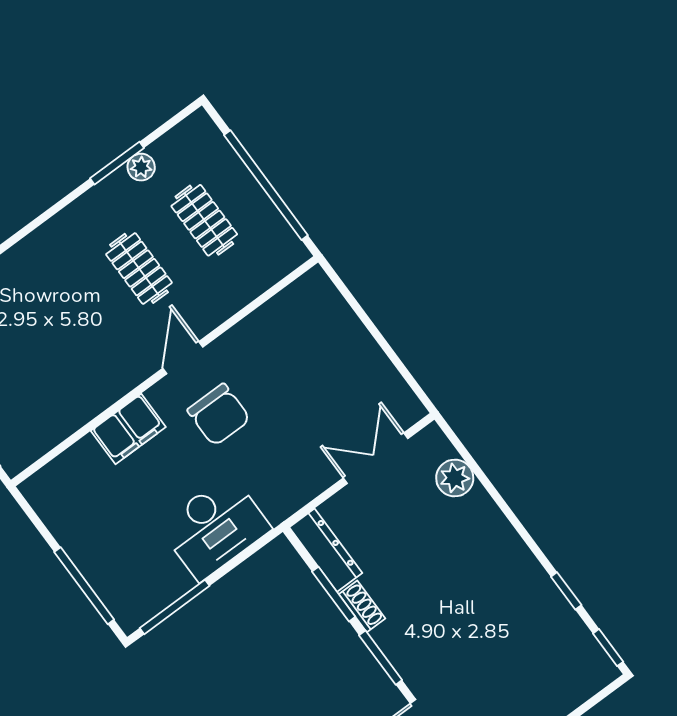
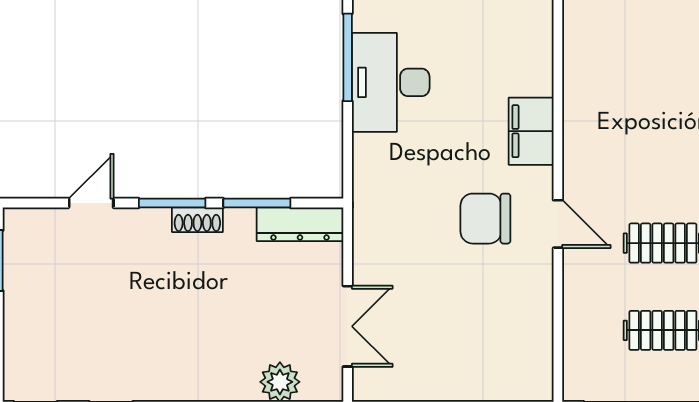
desk: (215, 527) -> (391, 82), moved
shoe rack: (362, 606) -> (197, 220), moved

